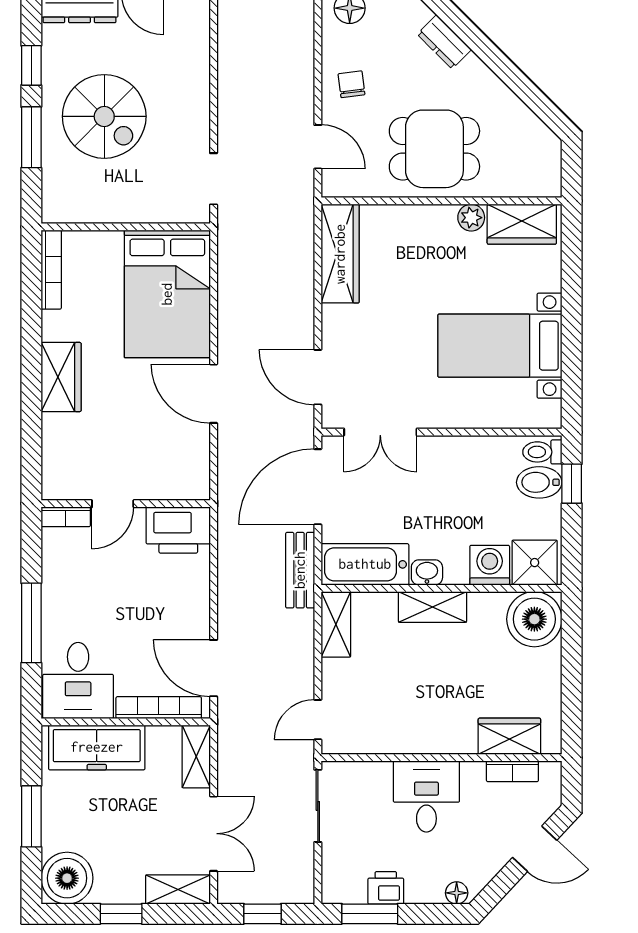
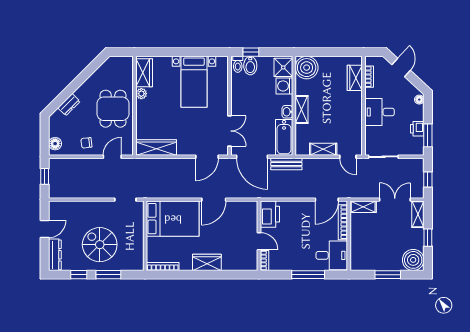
spiral stairs: (104, 116) -> (100, 245), turned -90
shelving: (336, 624) -> (323, 149), moved
freezer: (97, 747) -> (359, 248), removed

